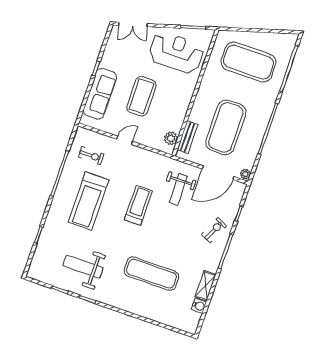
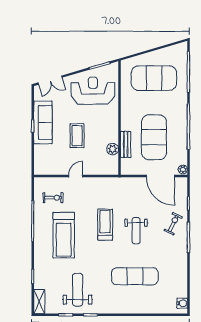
sofa: (100, 94) -> (43, 122), moved
coffee table: (141, 96) -> (77, 136), width x0.73, depth x0.76
bench: (187, 137) -> (126, 144), moved
plant: (171, 138) -> (113, 149), moved
door: (218, 173) -> (160, 176), hinge flipped
weight bench: (178, 189) -> (136, 231), moved
weight bench: (83, 267) -> (78, 290), turned 90
shelving: (206, 286) -> (39, 302), moved
water cooler: (199, 306) -> (182, 303), moved

